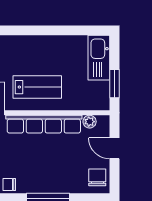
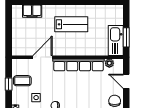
kitchen sink: (99, 58) -> (116, 40), moved
lab bench: (37, 87) -> (71, 24), moved

